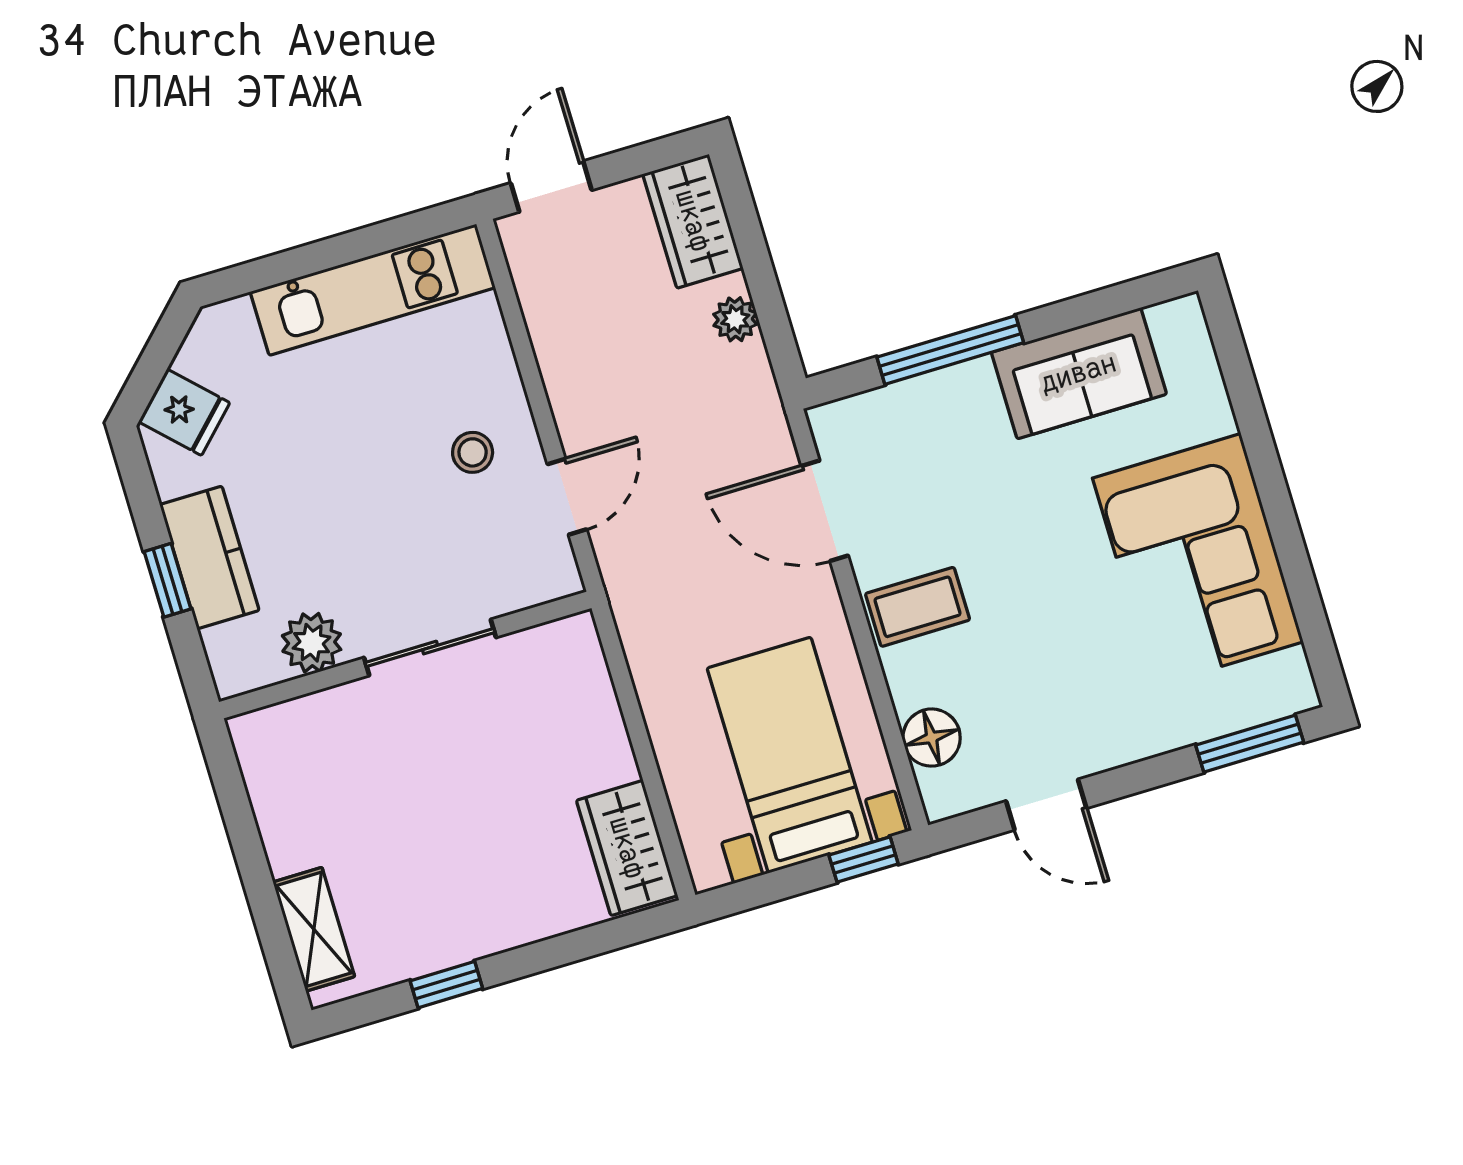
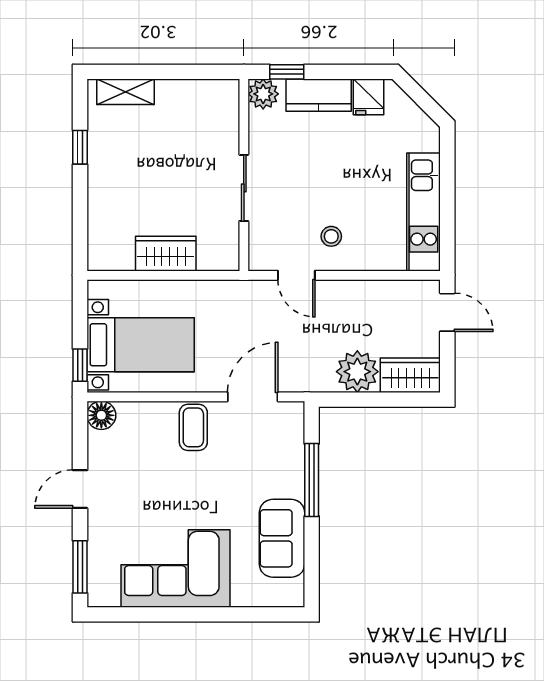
plant: (735, 319) -> (357, 372), width x1.87, depth x1.87
fridge: (184, 412) -> (369, 97), moved, turned -45
window: (168, 580) -> (287, 72), moved
plant: (312, 643) -> (263, 94), moved
floor lamp: (932, 738) -> (101, 415), moved
door: (1046, 805) -> (80, 489), moved
wardrobe: (627, 848) -> (166, 254), moved

